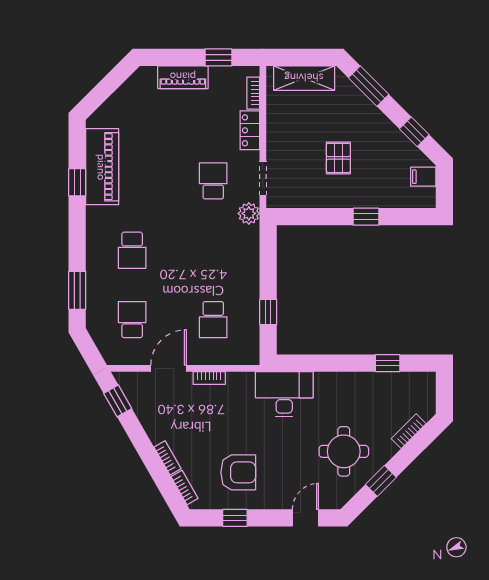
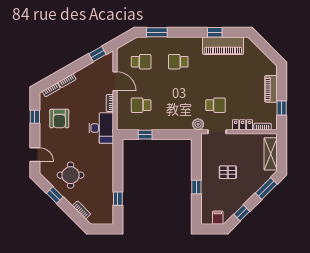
desk: (284, 394) -> (101, 128), moved

